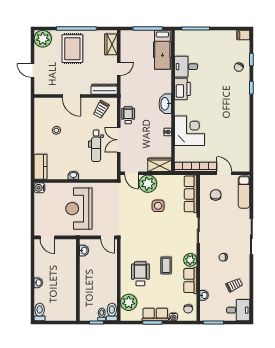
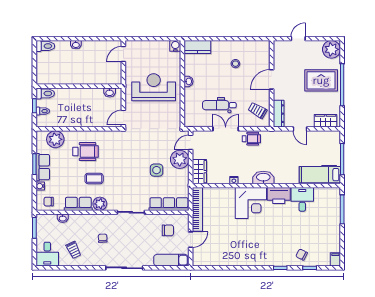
corner desk: (189, 131) -> (251, 203), moved
toilet: (112, 312) -> (45, 93), moved

